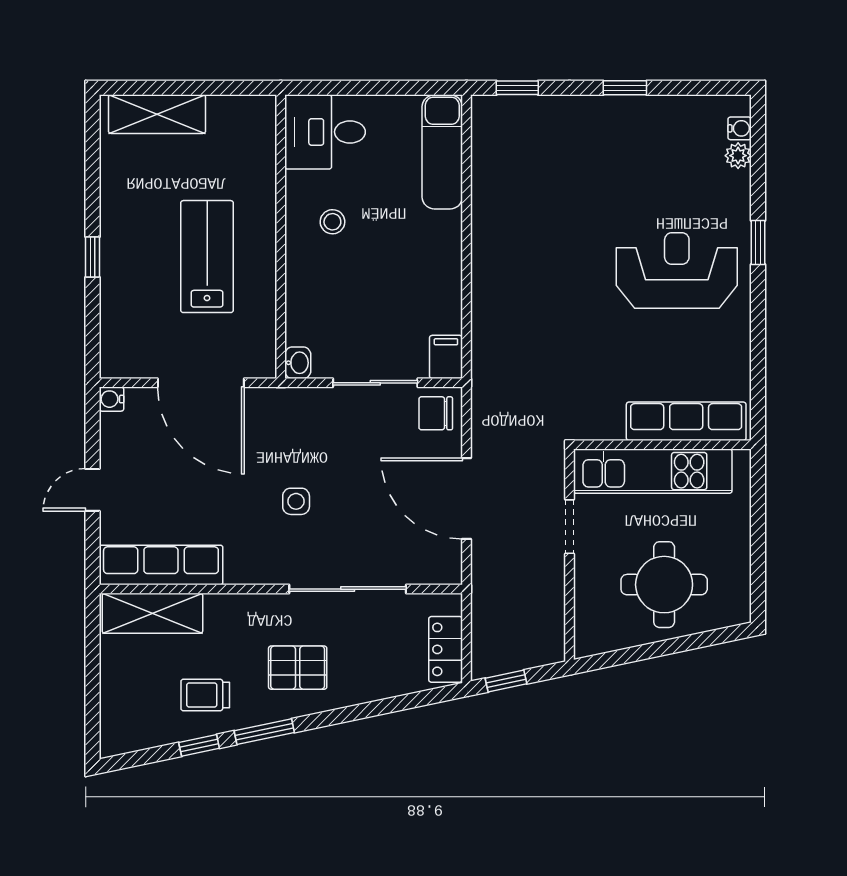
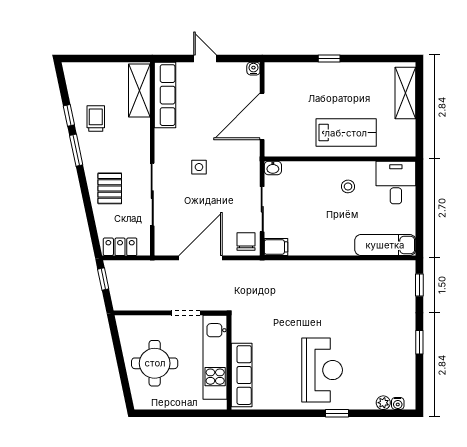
lab bench: (207, 257) -> (346, 133), moved
pallet: (298, 668) -> (110, 188), moved

